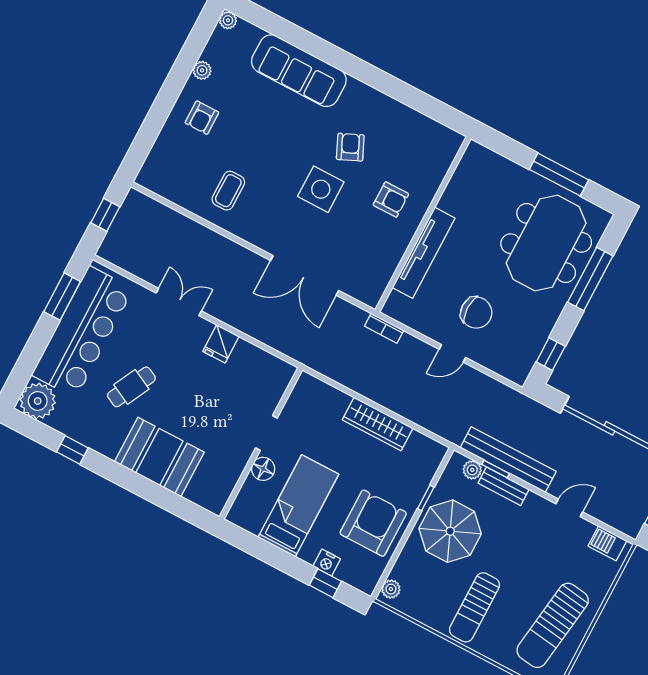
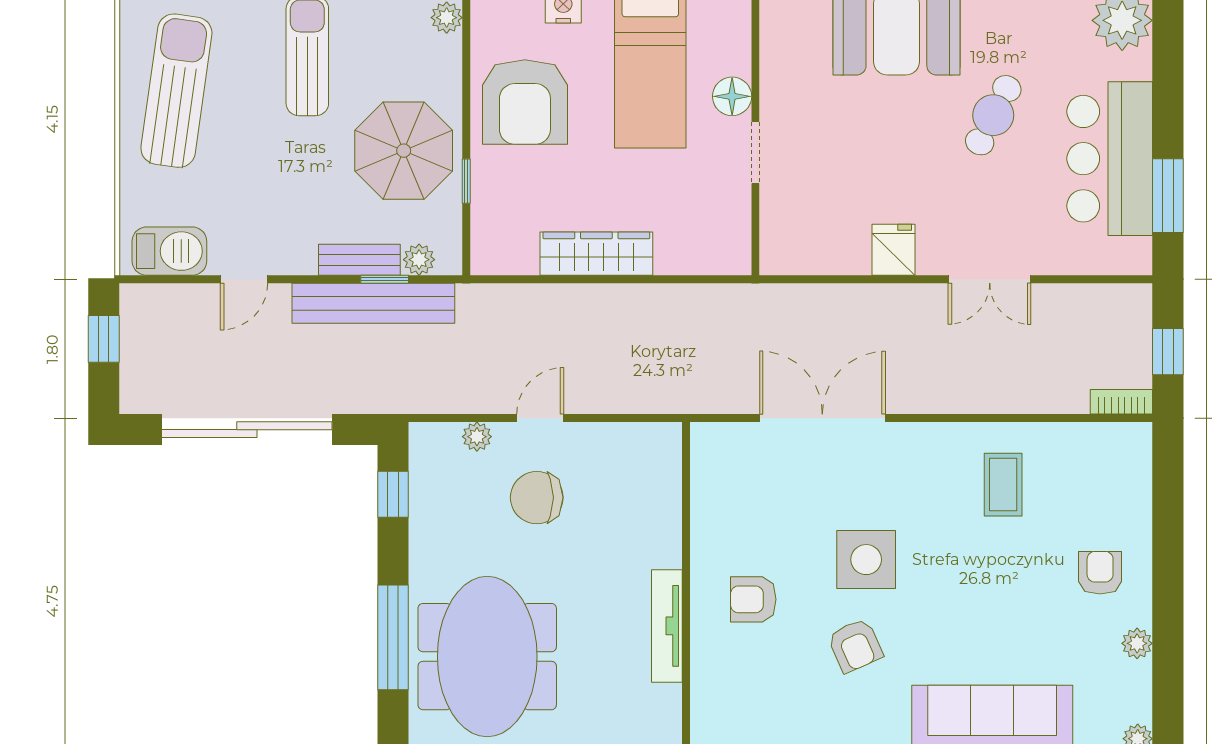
tv unit: (424, 253) -> (667, 626), moved, width x0.73, depth x0.78
bookcase: (384, 328) -> (1121, 402), moved
bar counter: (82, 332) -> (1110, 159), width x0.73
plant: (491, 361) -> (477, 437), added
barbecue: (607, 543) -> (169, 251), width x1.38, depth x1.27

